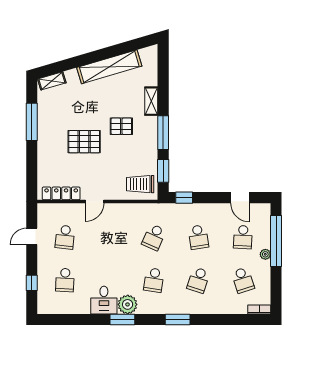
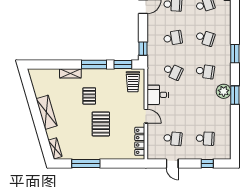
shelving: (109, 67) -> (47, 112), width x0.68
desk: (104, 300) -> (158, 95), moved, turned 180

